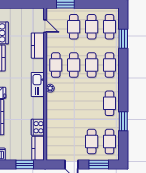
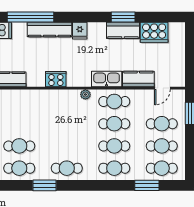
kitchen sink: (38, 85) -> (107, 79), moved
cooker: (38, 127) -> (56, 79), moved

